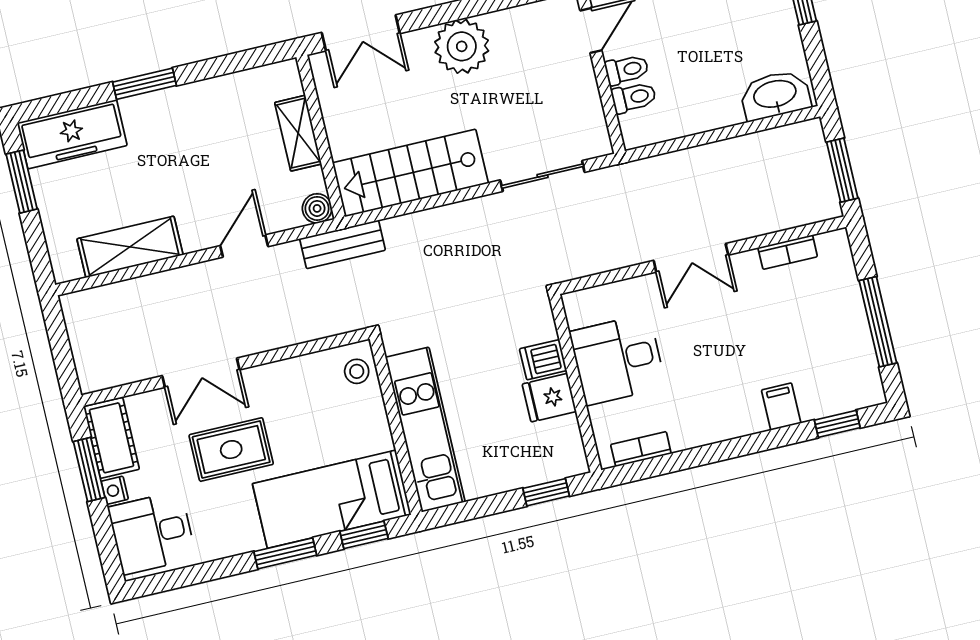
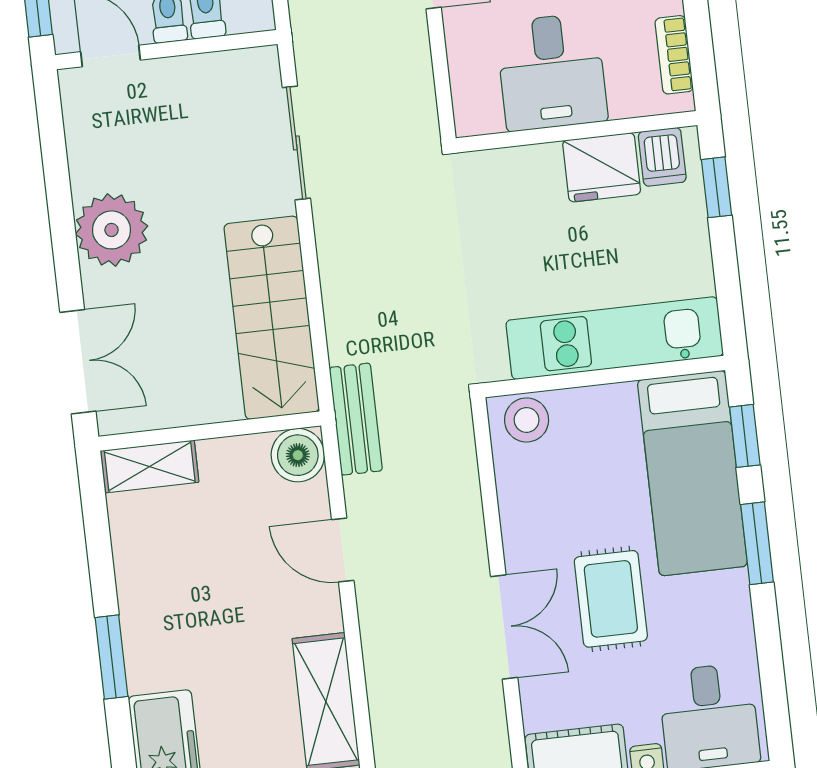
shelving: (298, 133) -> (150, 467), moved
boiler: (317, 208) -> (298, 455), width x1.36, depth x1.36
dishwasher: (543, 360) -> (662, 157), moved
stool: (357, 371) -> (527, 420), width x1.37, depth x1.37
fridge: (549, 398) -> (602, 167), width x1.38

